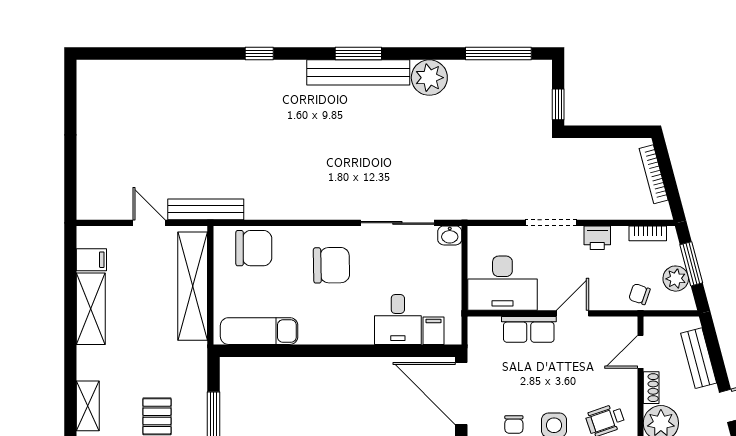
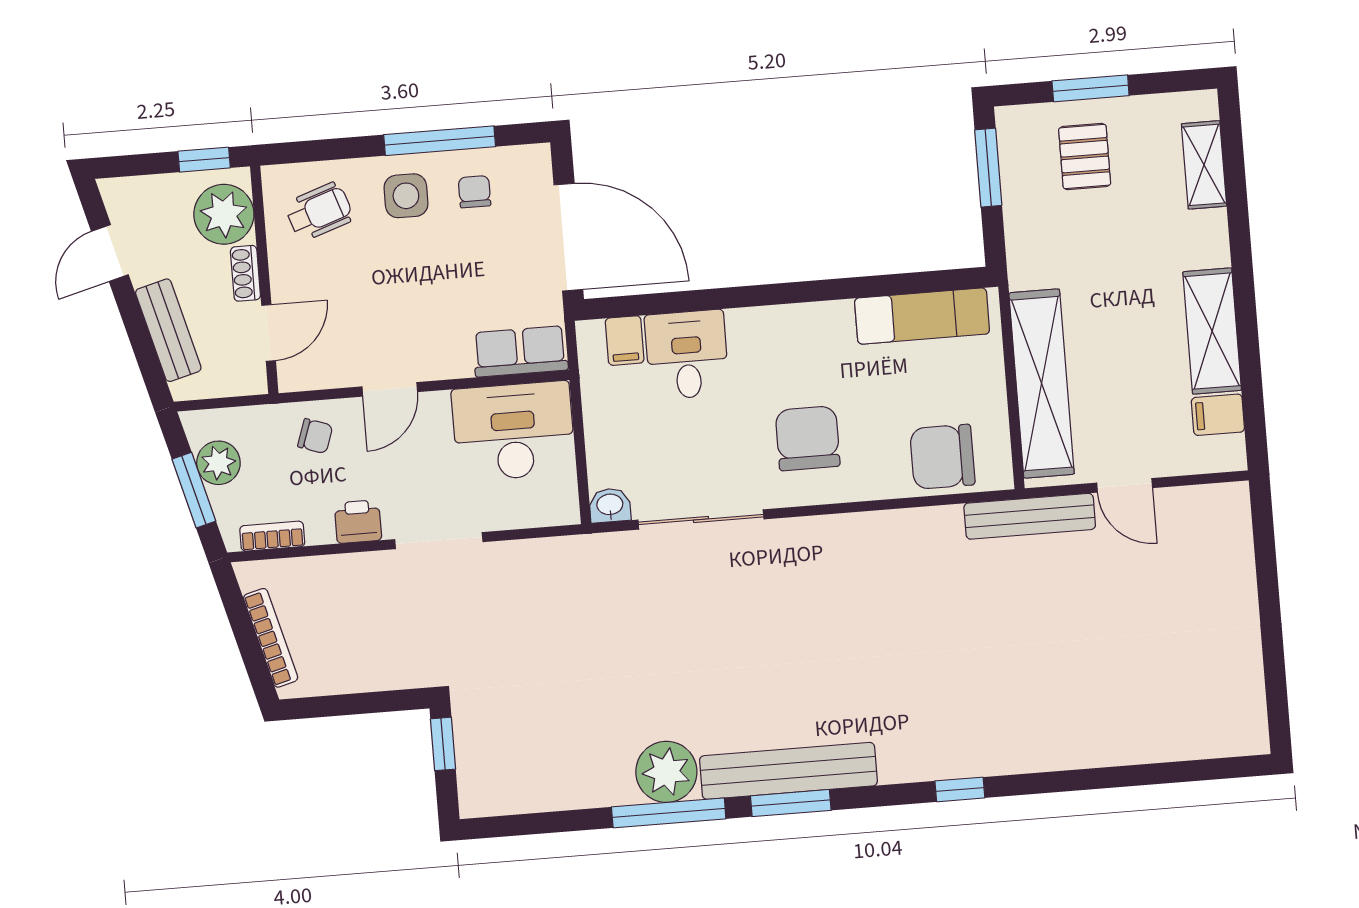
window: (498, 54) -> (669, 813), moved
chair: (331, 265) -> (808, 438), turned 91
chair: (639, 294) -> (315, 436), moved
row of seats: (529, 329) -> (520, 351), moved

